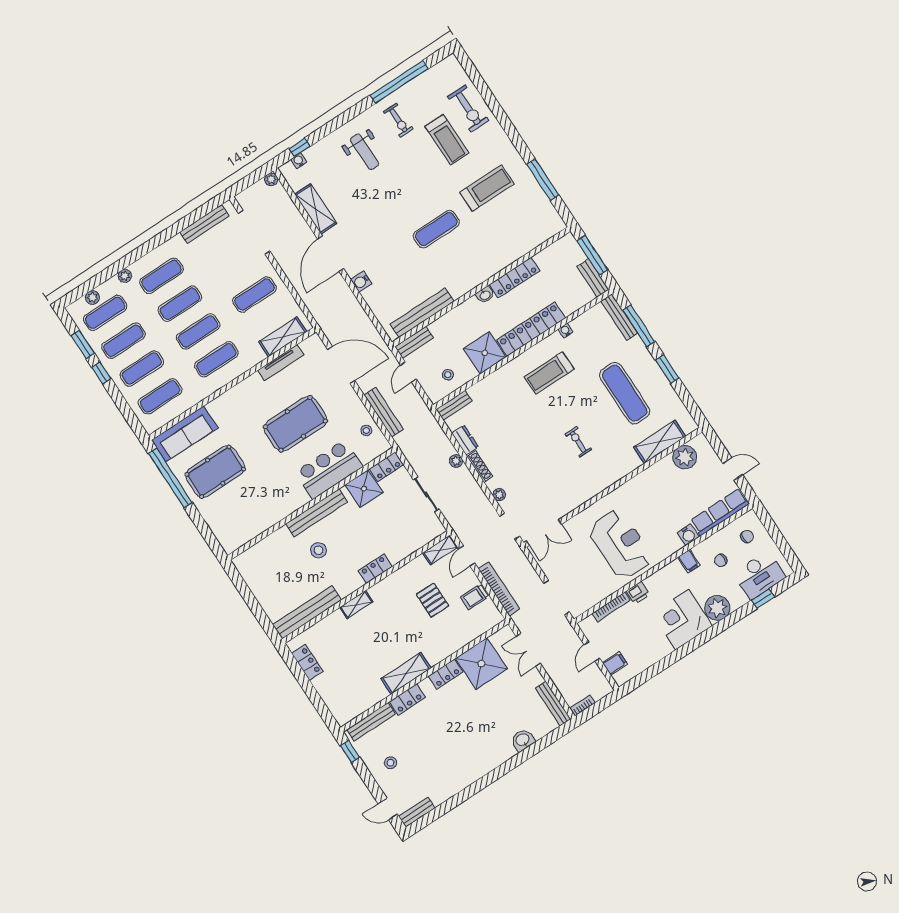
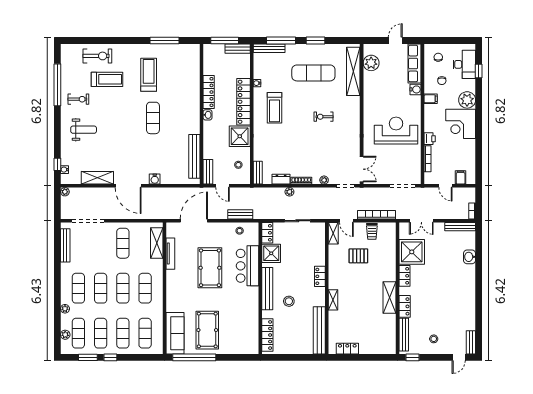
bench: (384, 412) -> (240, 214), width x0.73
shelving: (660, 442) -> (353, 71), width x1.47
locker: (258, 551) -> (267, 335), added

